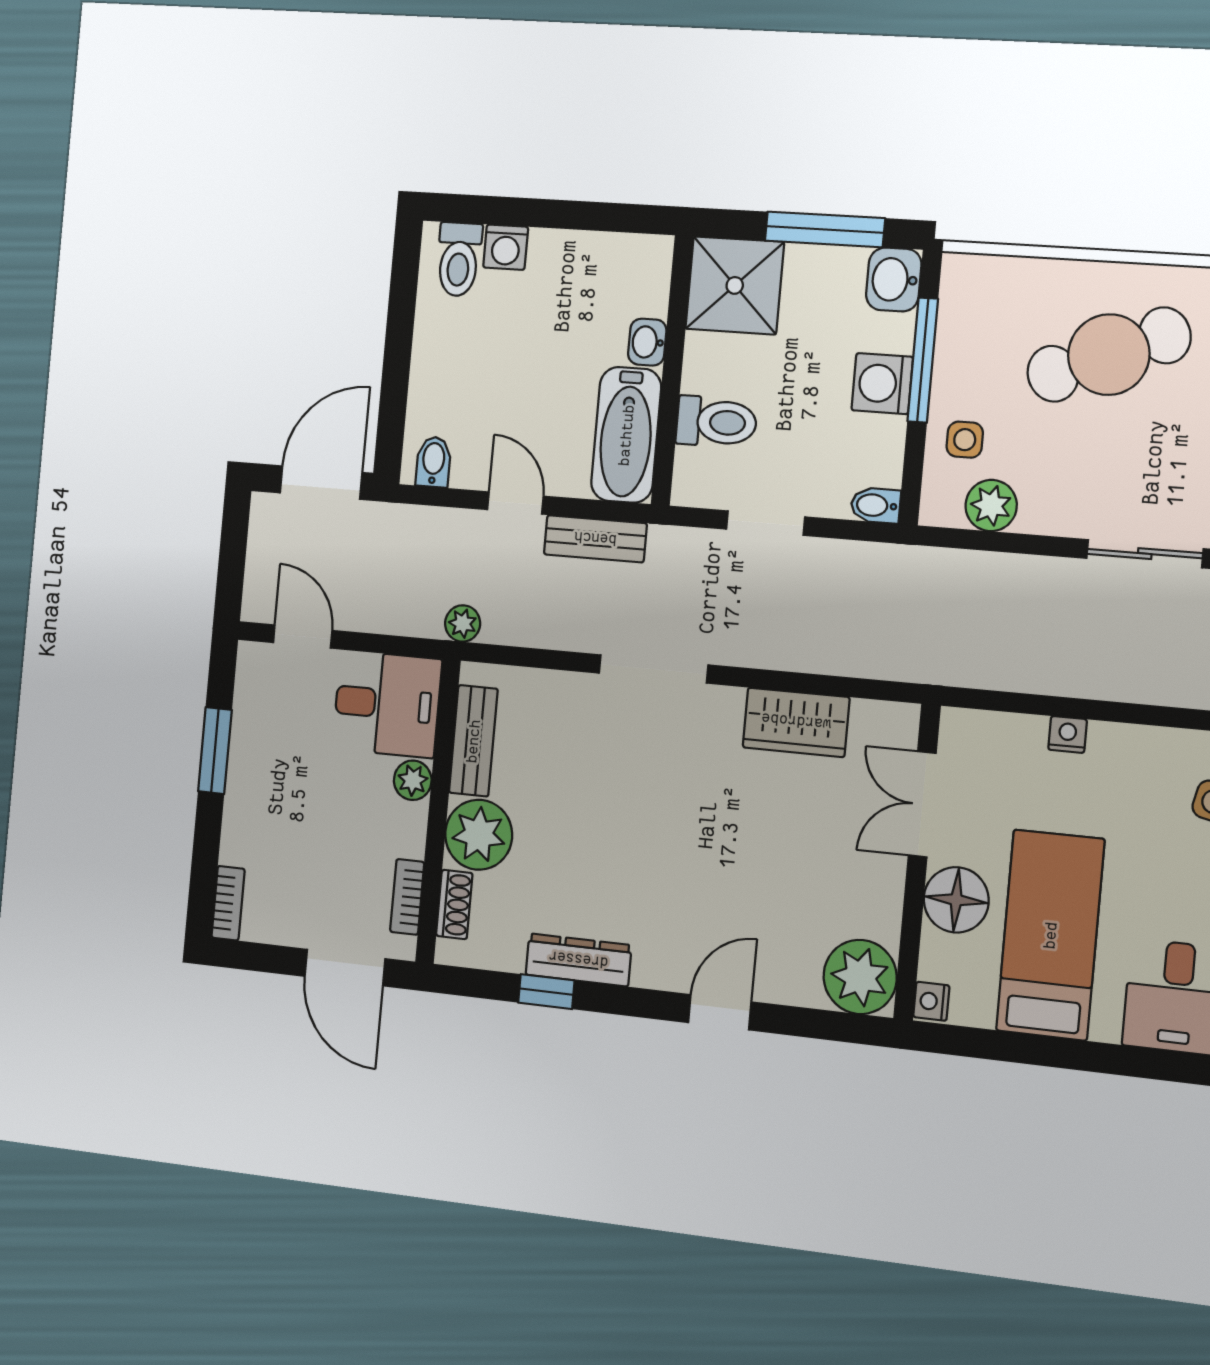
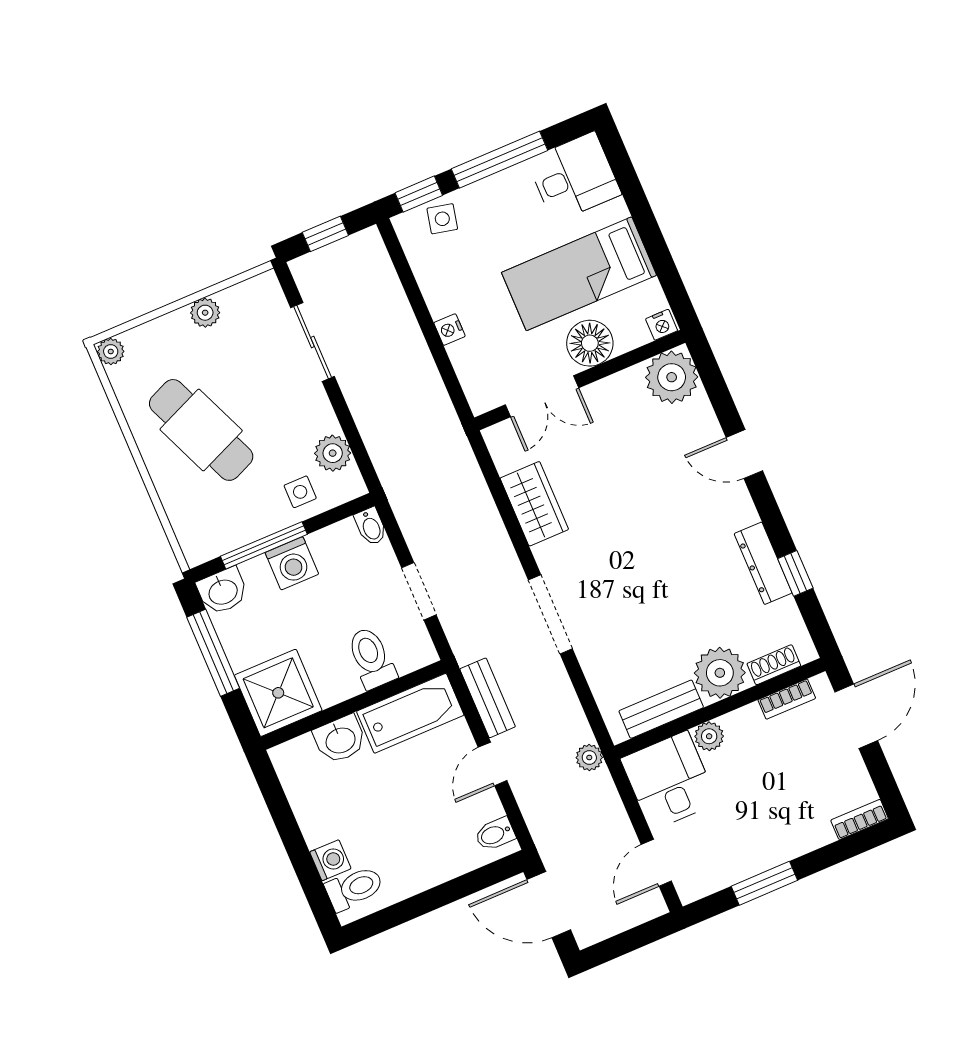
washbasin: (647, 342) -> (340, 739), width x1.38, depth x1.45

